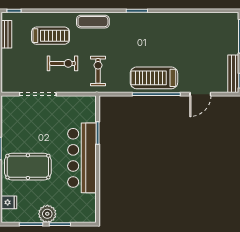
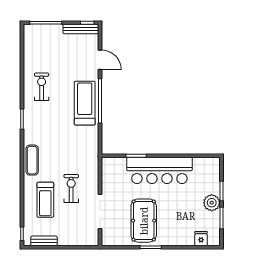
treadmill: (50, 36) -> (45, 200), turned 180
exercise bike: (98, 71) -> (42, 87), moved, turned 90
treadmill: (154, 78) -> (85, 103), turned 180
pool table: (28, 167) -> (144, 221), moved

